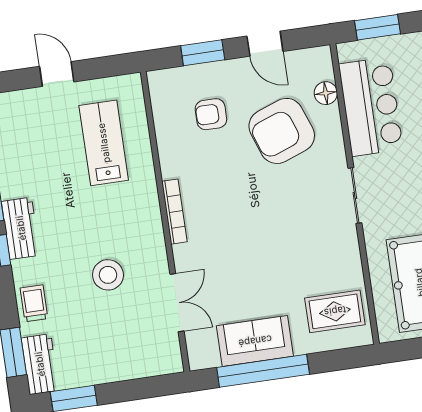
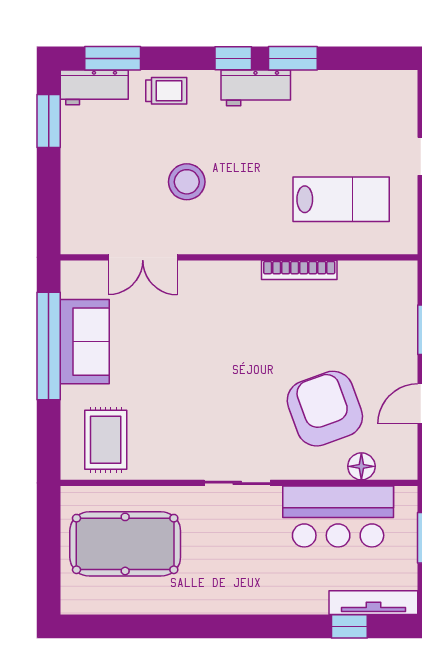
armchair: (211, 114) -> (356, 329), removed
bookcase: (174, 212) -> (299, 270), moved

